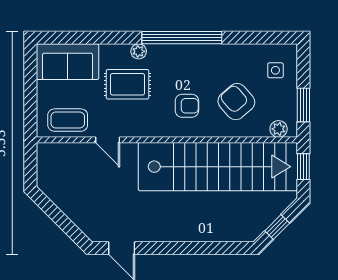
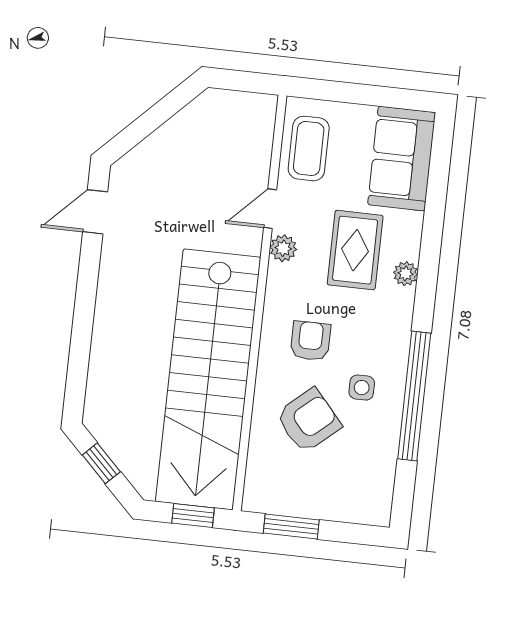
window: (182, 38) -> (414, 396), moved
side table: (275, 70) -> (362, 388), moved
armchair: (187, 106) -> (310, 341), turned 180
plant: (279, 129) -> (283, 248), moved

